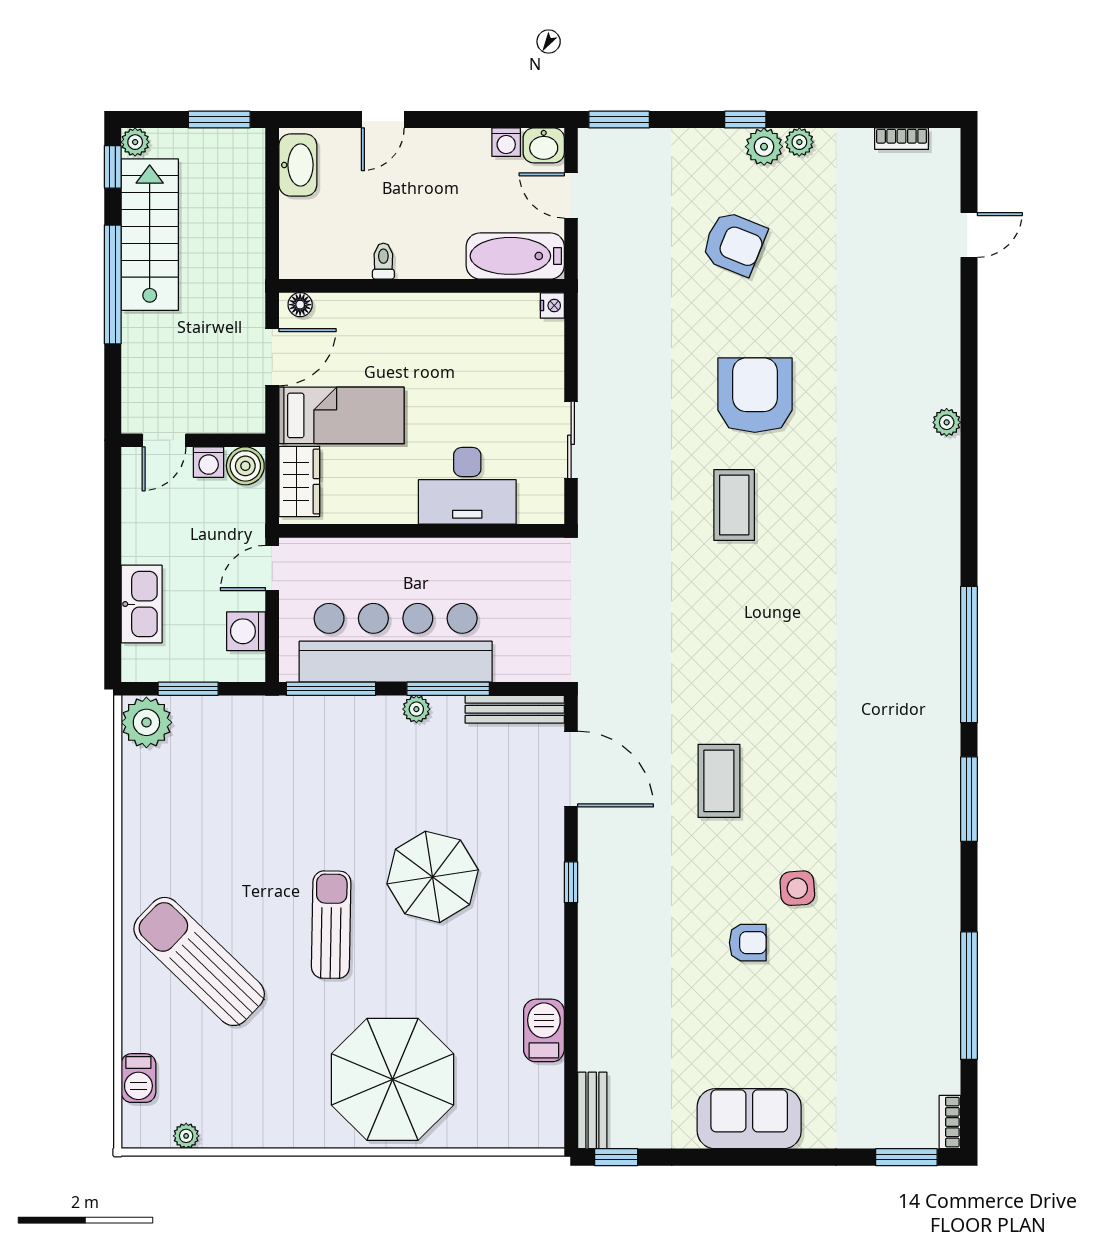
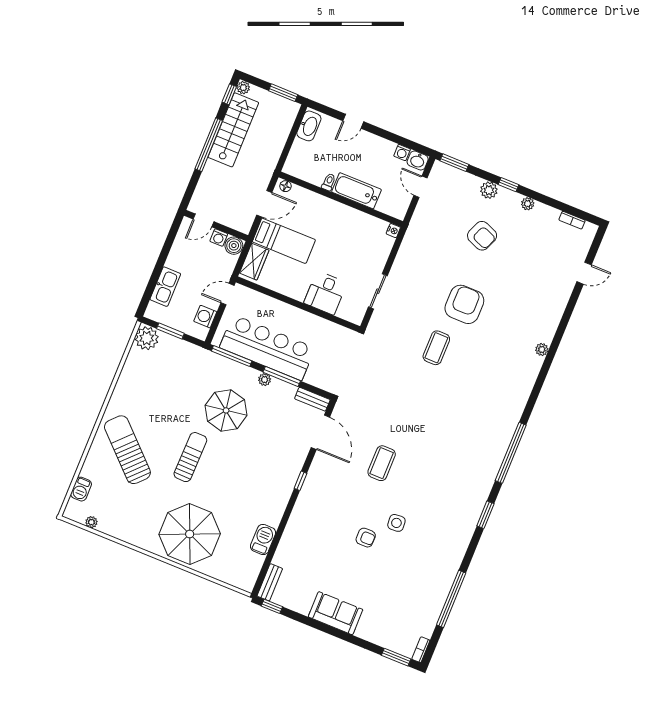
plant: (764, 147) -> (489, 190), moved
bathtub: (515, 256) -> (357, 191), moved
desk: (467, 486) -> (325, 293), width x0.73
bench: (515, 709) -> (312, 399), width x0.73
window: (969, 799) -> (485, 515), width x0.69
parasol: (433, 877) -> (226, 410), moved

